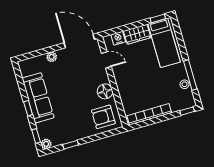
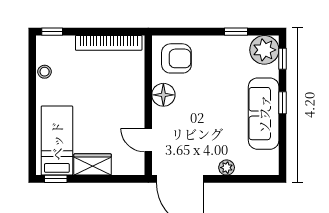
nightstand: (118, 38) -> (122, 167), removed
window: (190, 75) -> (32, 83), removed
plant: (46, 144) -> (264, 50), width x1.87, depth x1.87

